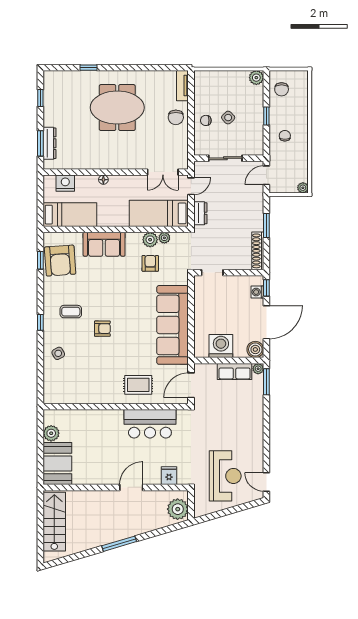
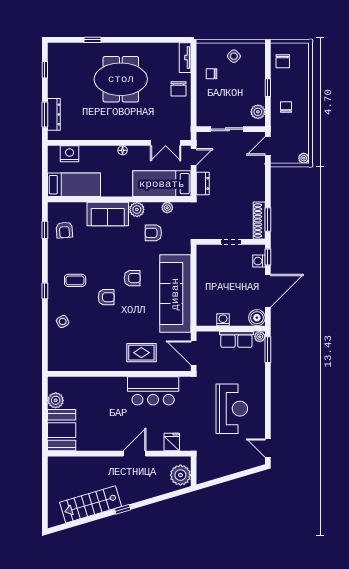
plant: (256, 78) -> (258, 112), moved
side table: (228, 118) -> (234, 56), moved
chair: (206, 120) -> (212, 74), moved
floor lamp: (103, 180) -> (123, 150), moved
window: (266, 226) -> (268, 219), moved
plant: (150, 240) -> (137, 209), moved
armchair: (60, 261) -> (64, 230), width x0.53, depth x0.53
armchair: (150, 263) -> (153, 233), turned -90
doorway: (212, 273) -> (231, 242), moved
armchair: (129, 309) -> (132, 278), added
washing machine: (221, 346) -> (223, 320), width x0.53, depth x0.53
door: (191, 385) -> (194, 353), hinge flipped
reception desk: (225, 476) -> (232, 409), moved
stairs: (54, 522) -> (91, 504), moved, turned -106
window: (119, 544) -> (123, 509), width x0.46

